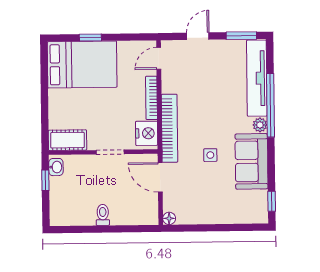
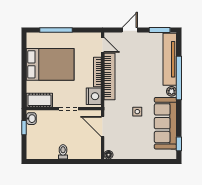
window: (90, 37) -> (56, 30), width x2.17
door: (159, 58) -> (103, 45), swing flipped
bed: (82, 64) -> (50, 64), moved
bookcase: (170, 128) -> (110, 77), moved
sofa: (252, 161) -> (165, 123), width x1.36

